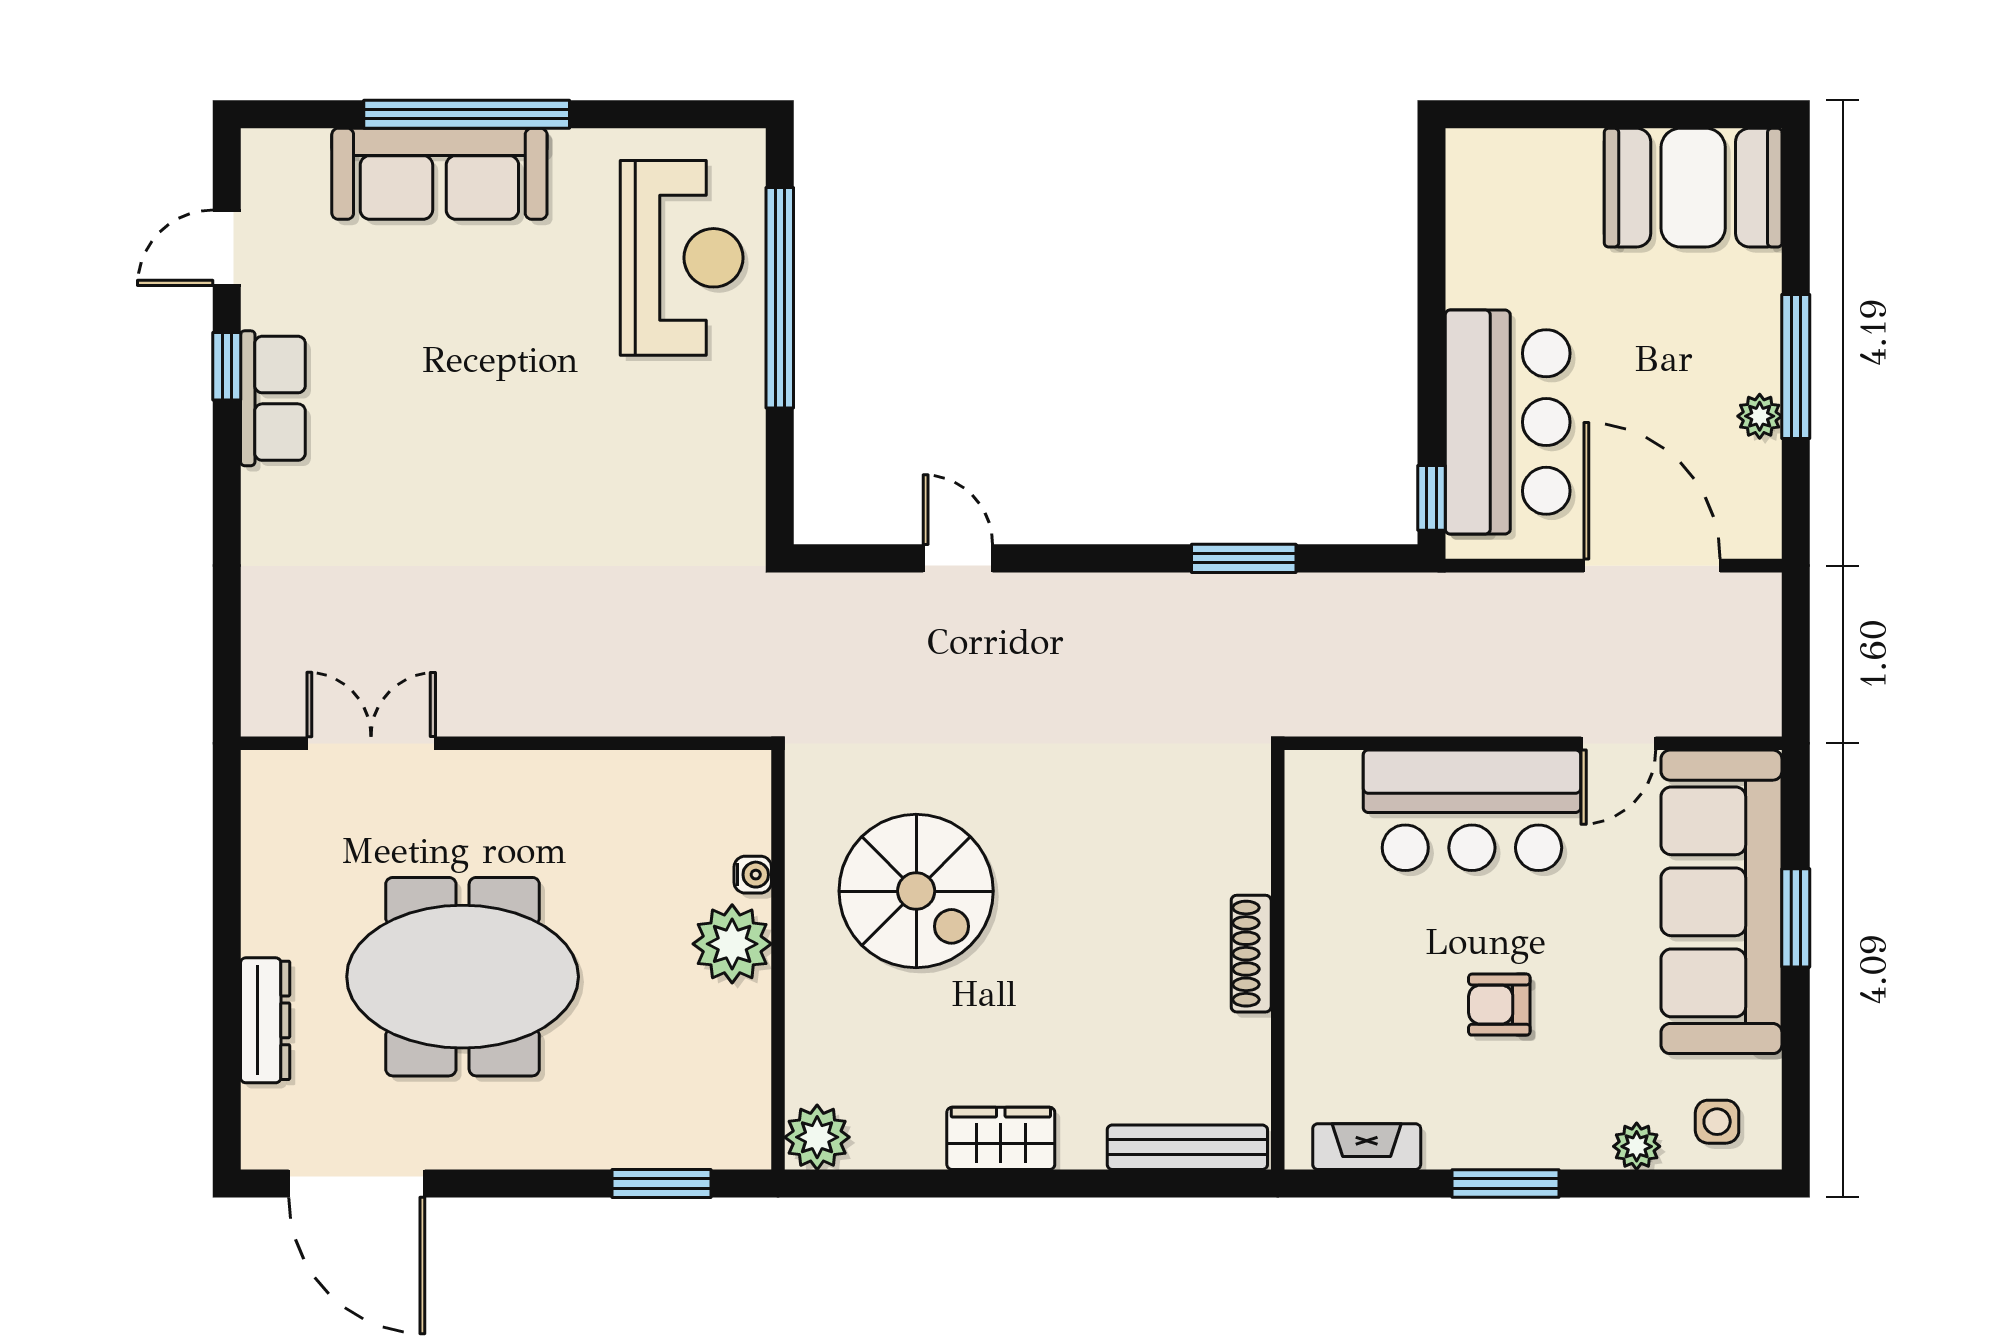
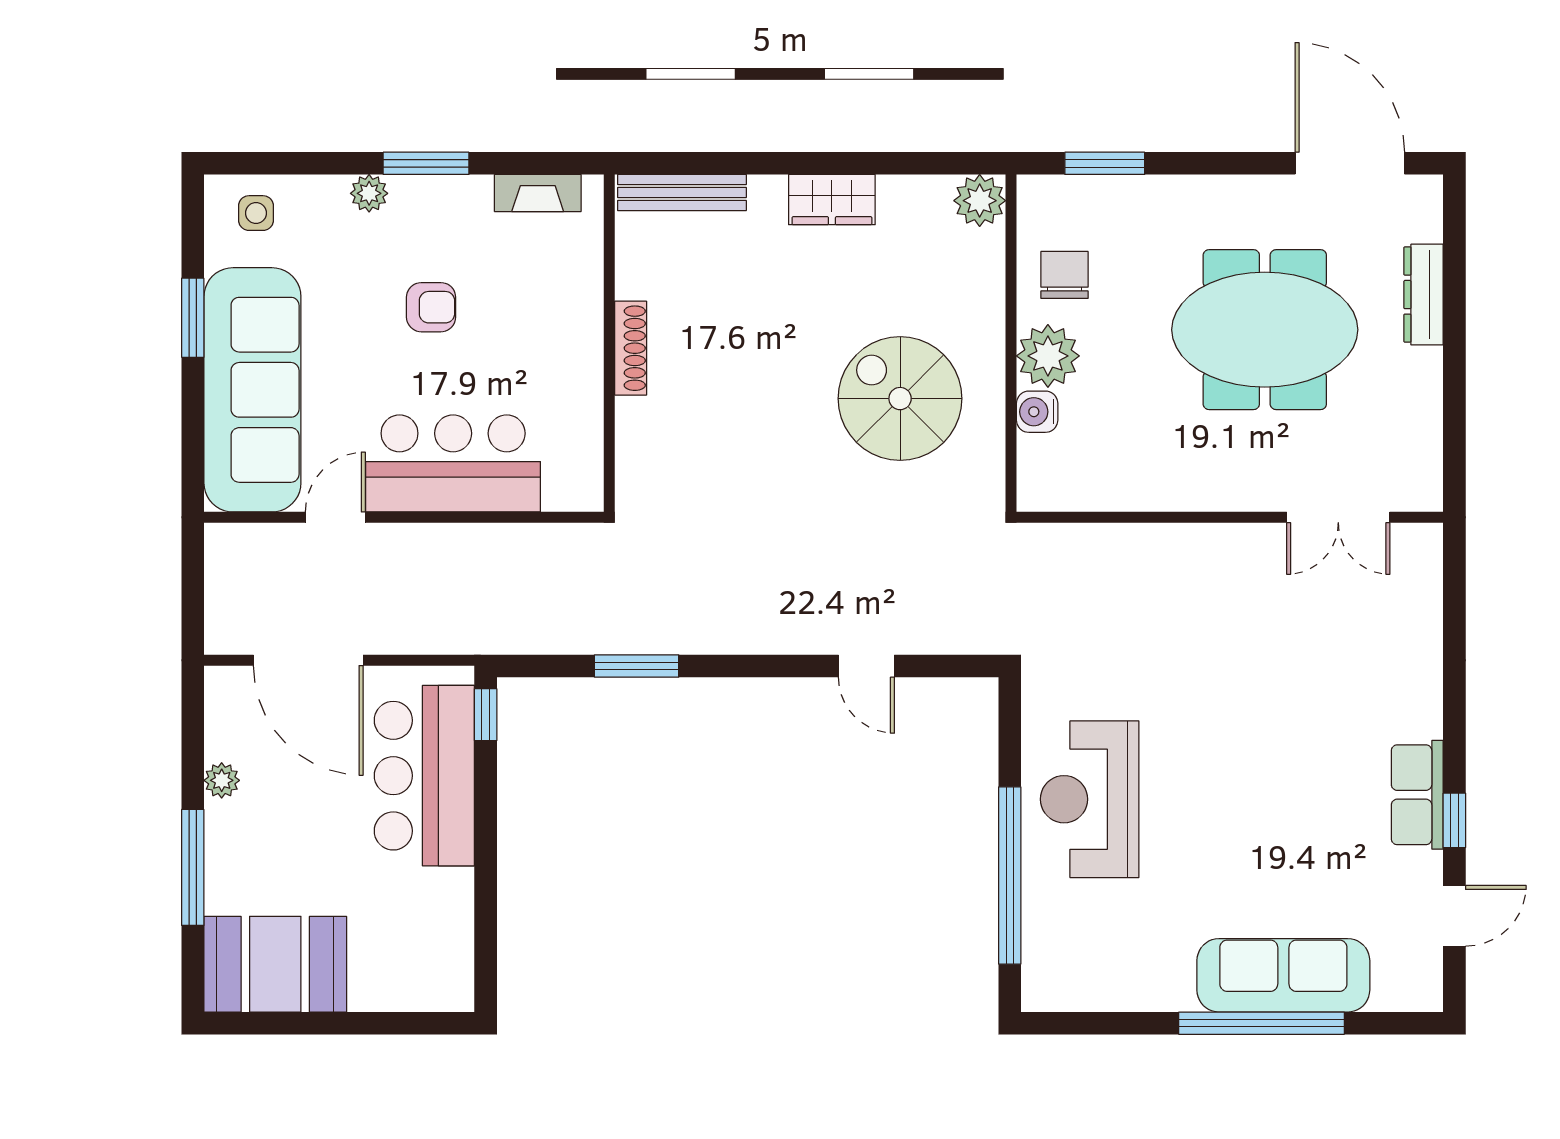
reception desk: (682, 258) -> (1090, 799), moved
window: (1796, 366) -> (193, 867), moved
water cooler: (753, 875) -> (1037, 412), width x1.38, depth x1.38
window: (1796, 918) -> (193, 318), moved
chair: (712, 1045) -> (1065, 275), added
plant: (1637, 1146) -> (369, 193), moved

